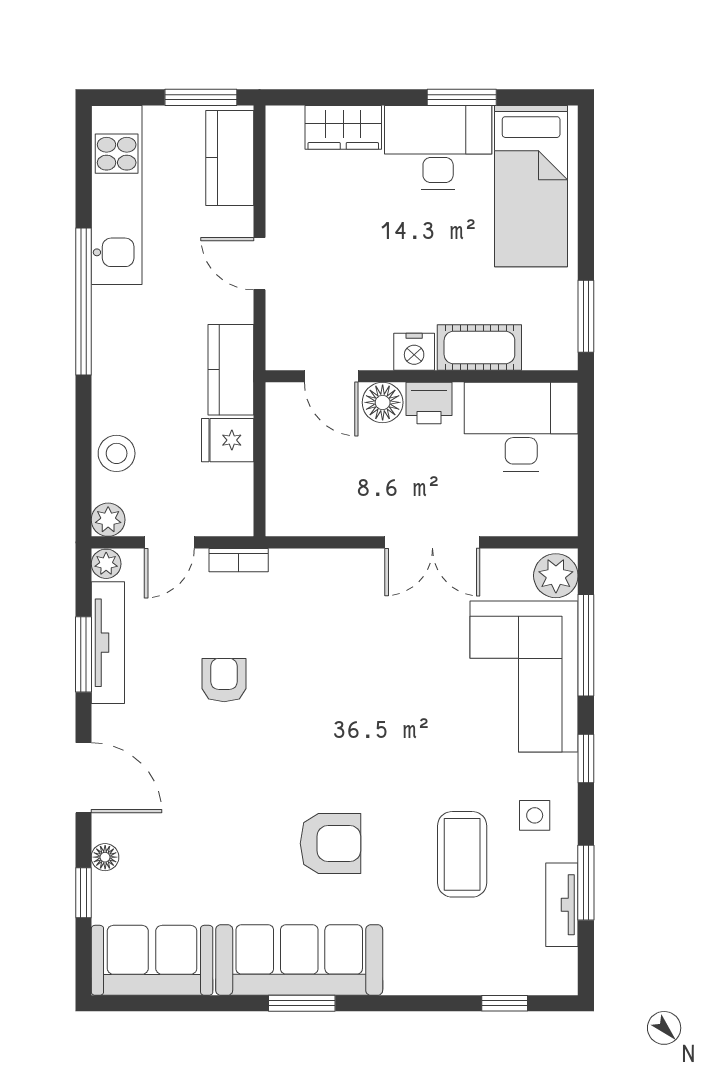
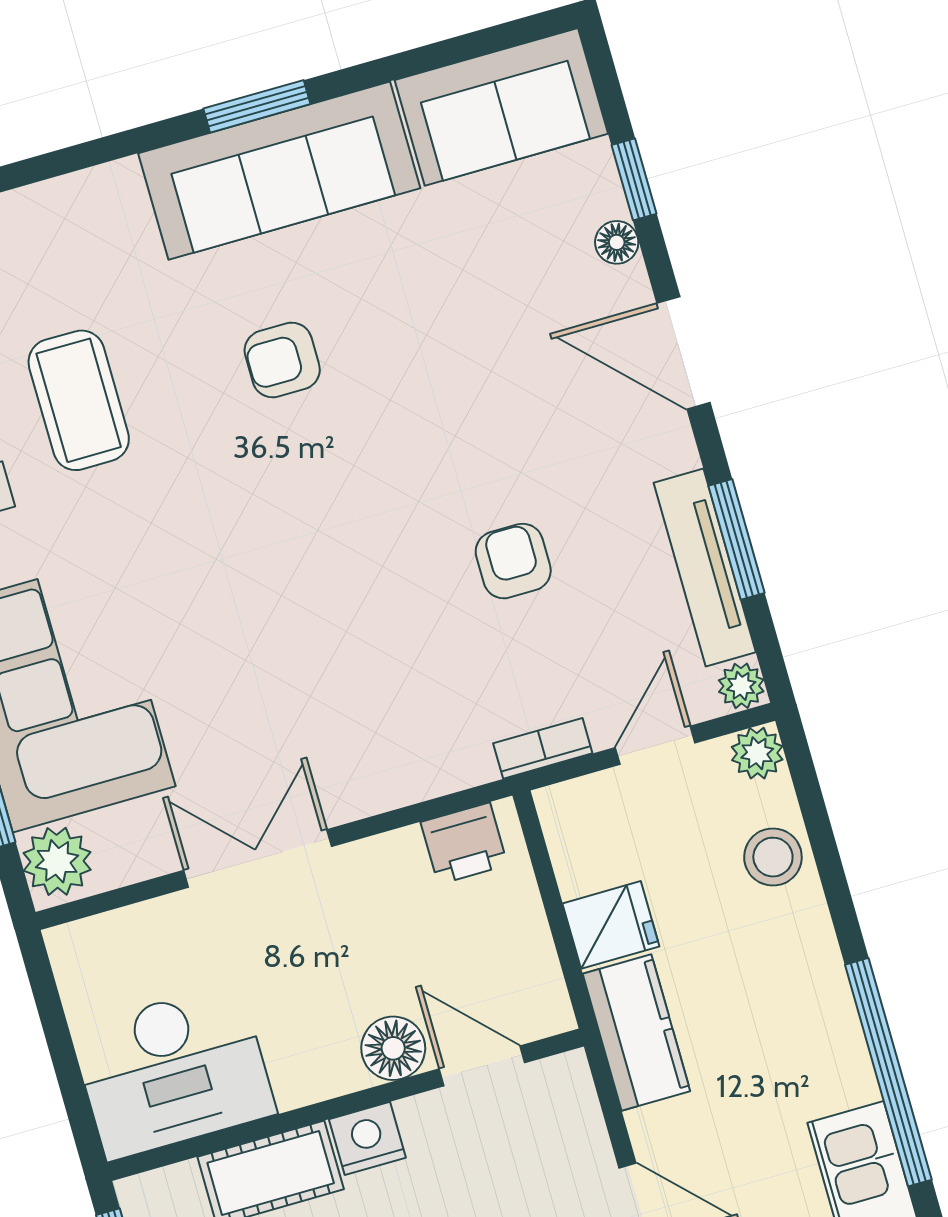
printer: (429, 403) -> (464, 843), moved, turned 180
armchair: (224, 680) -> (513, 561), turned 180
armchair: (330, 843) -> (282, 360), width x0.72, depth x0.72

